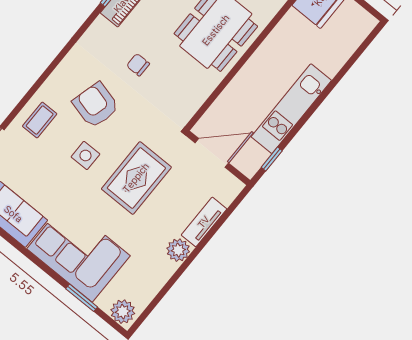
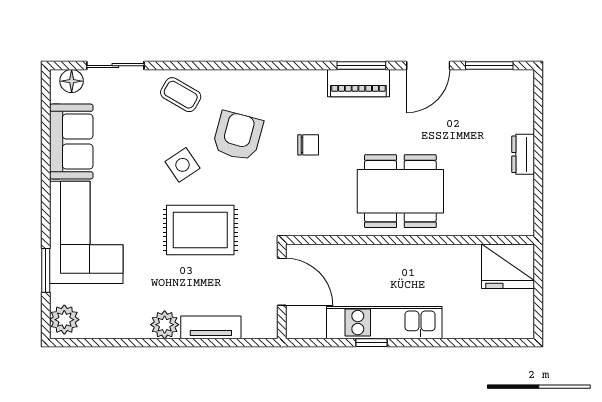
chair: (138, 65) -> (308, 145), turned 90
coffee table: (40, 120) -> (181, 95), turned 30
side table: (85, 155) -> (182, 165), turned -34
window: (272, 159) -> (371, 343), moved

